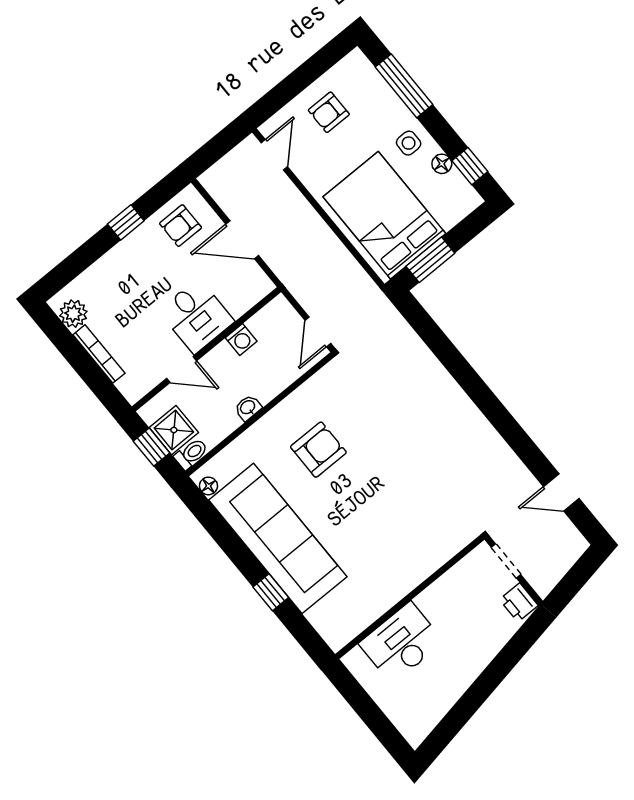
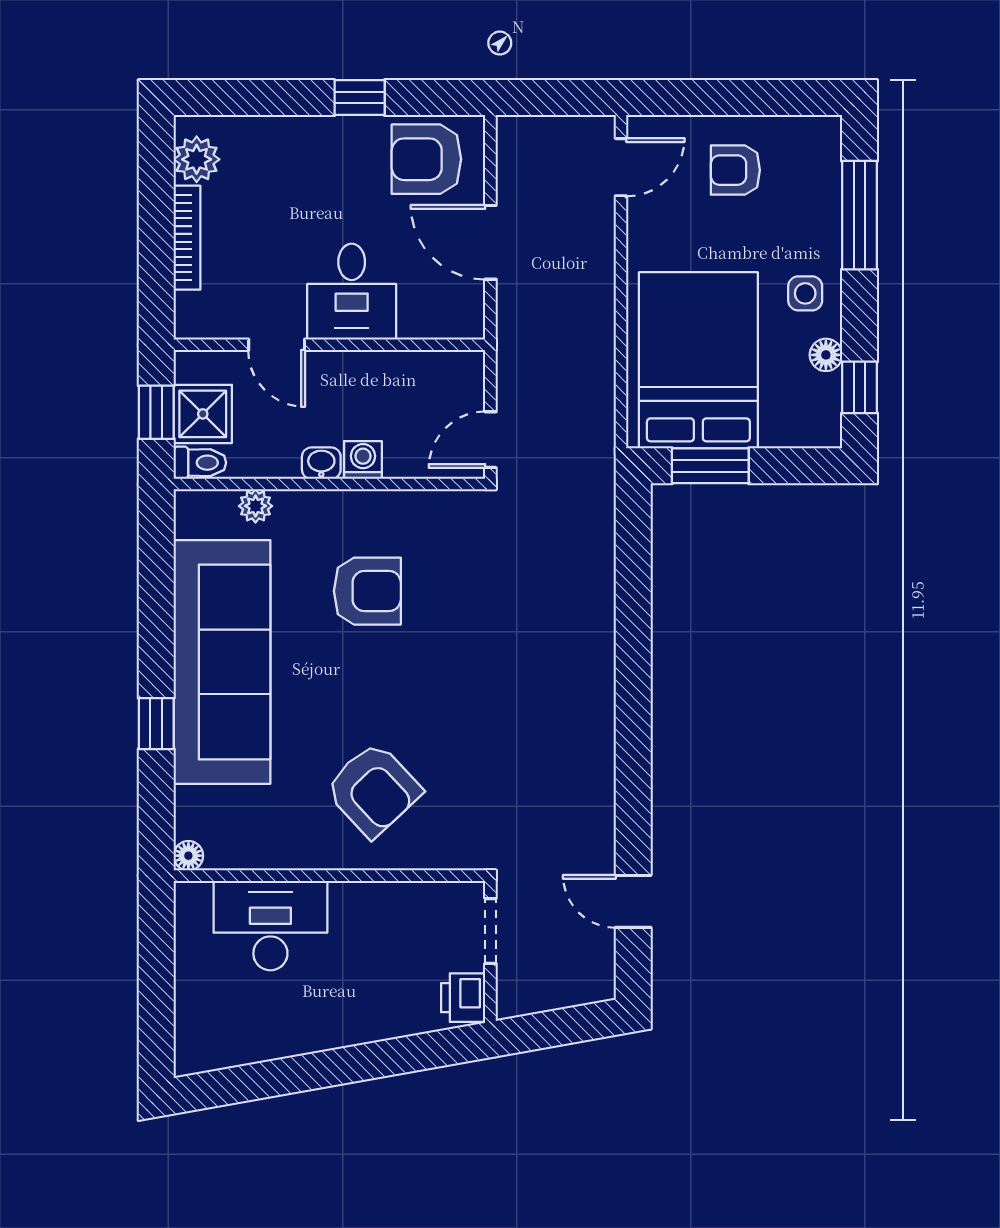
armchair: (181, 226) -> (426, 159), width x1.38, depth x1.38
washing machine: (241, 339) -> (363, 460), moved, turned 180
plant: (234, 453) -> (256, 506), added
floor lamp: (208, 486) -> (188, 856), moved
armchair: (397, 540) -> (373, 790), added

